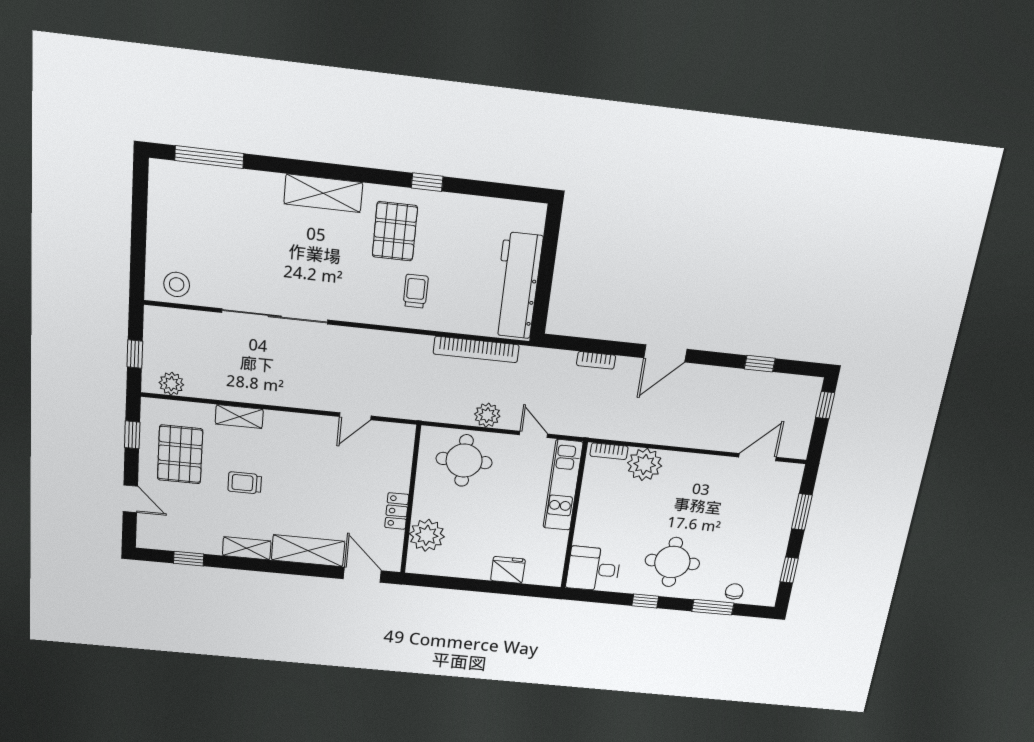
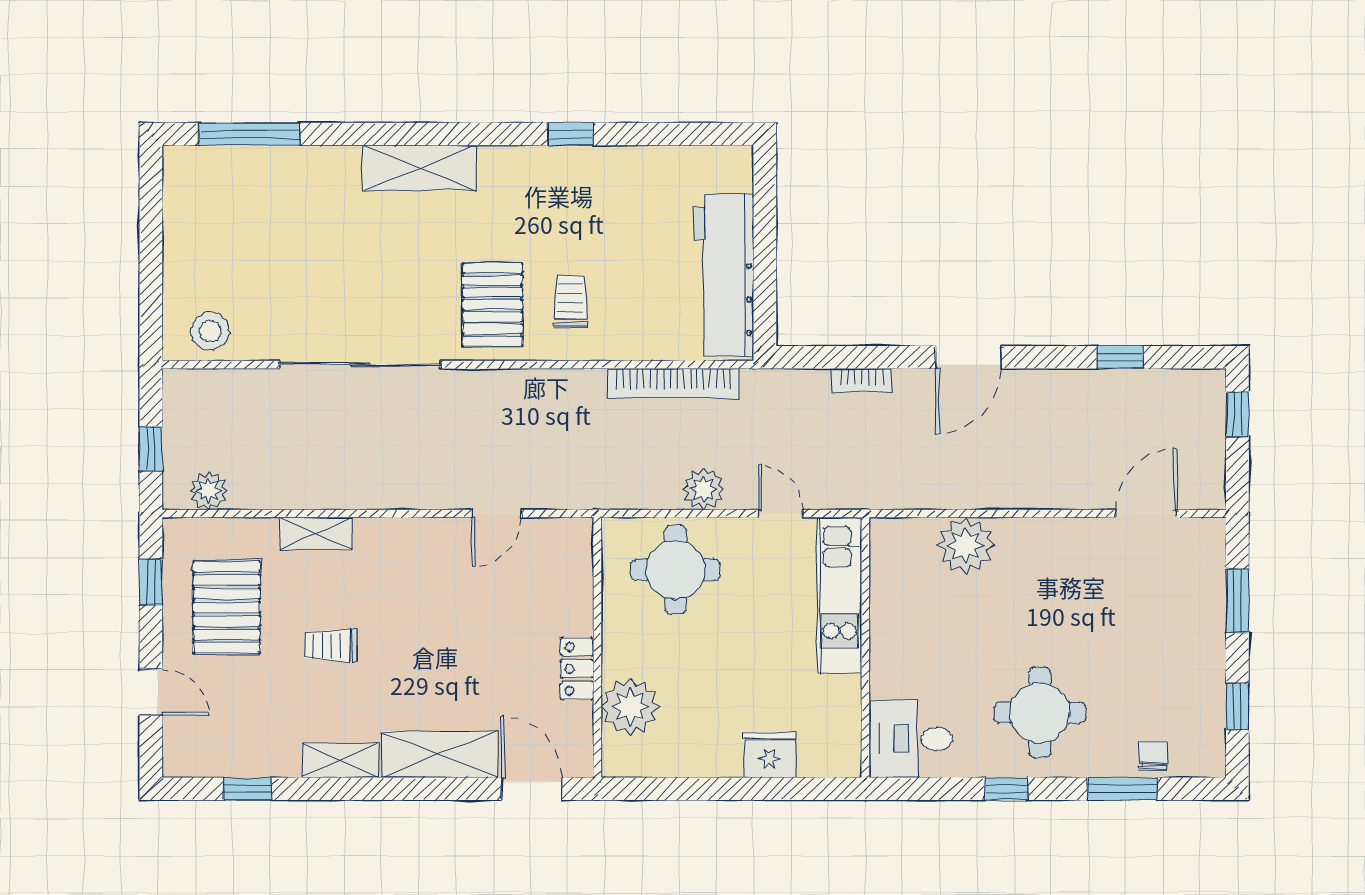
pallet: (395, 231) -> (492, 305), moved
bookcase: (609, 451) -> (905, 529), removed

